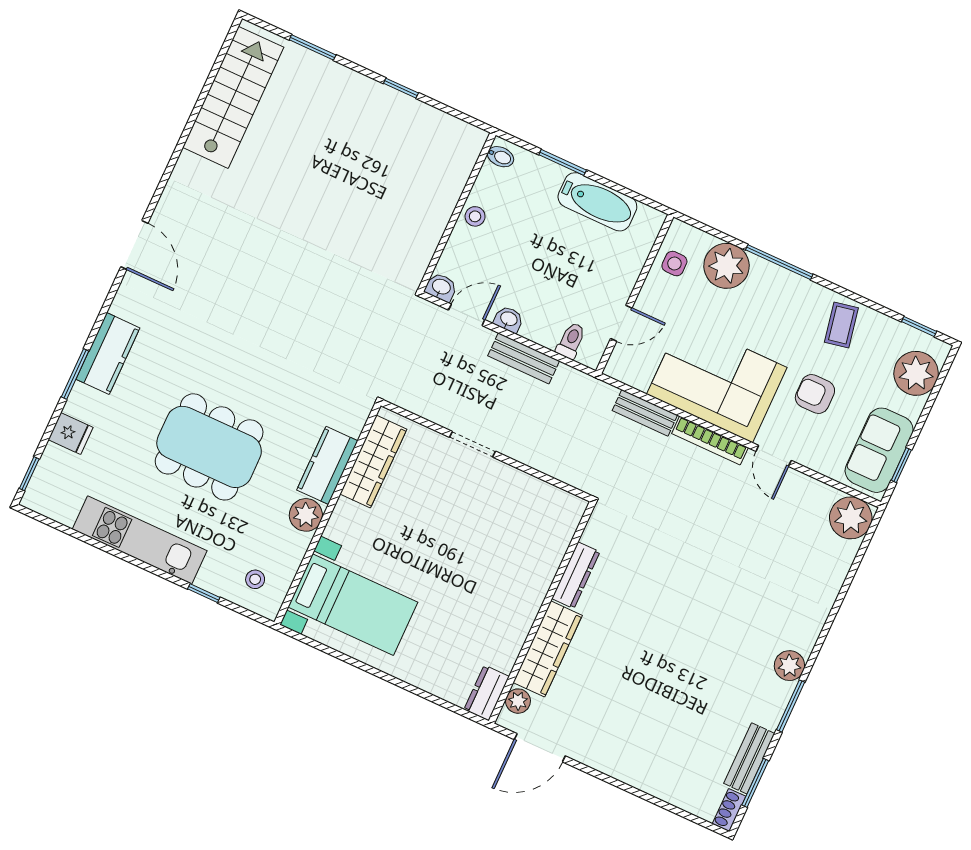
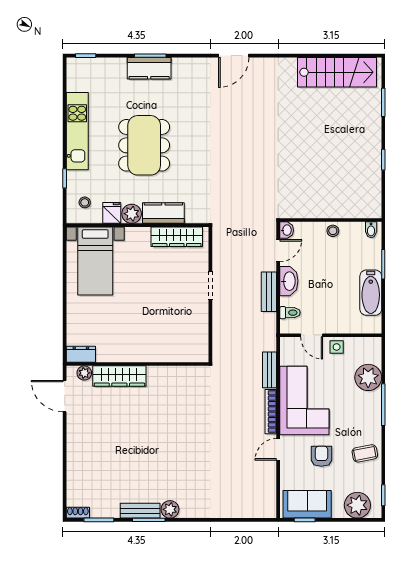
side table: (674, 264) -> (337, 347), moved
door: (467, 315) -> (278, 251), hinge flipped
washbasin: (509, 319) -> (289, 281), width x1.91, depth x1.45
kitchen counter: (108, 354) -> (149, 68), moved
fridge: (71, 434) -> (112, 213), moved, turned 180
plant: (851, 518) -> (264, 506), removed
dresser: (576, 575) -> (166, 373), removed
bench: (749, 758) -> (140, 511), moved

